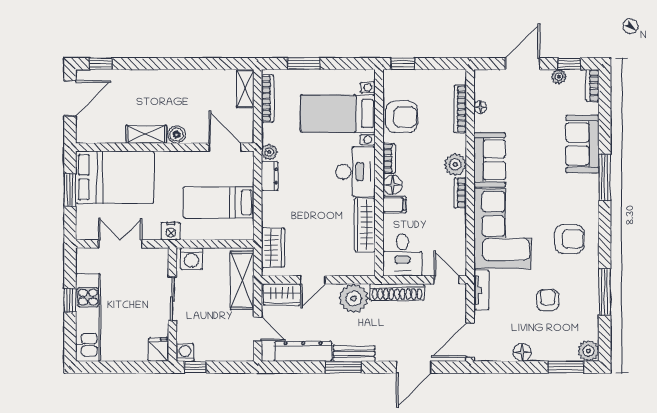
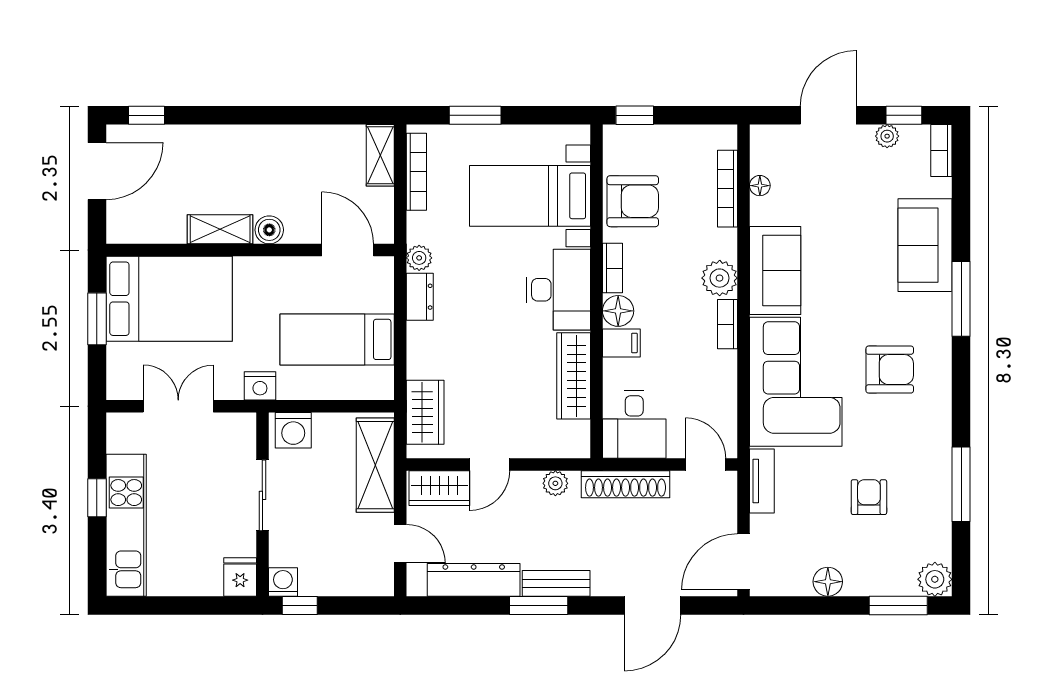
armchair: (569, 239) -> (890, 370), moved
plant: (354, 298) -> (555, 483), width x0.53, depth x0.53

